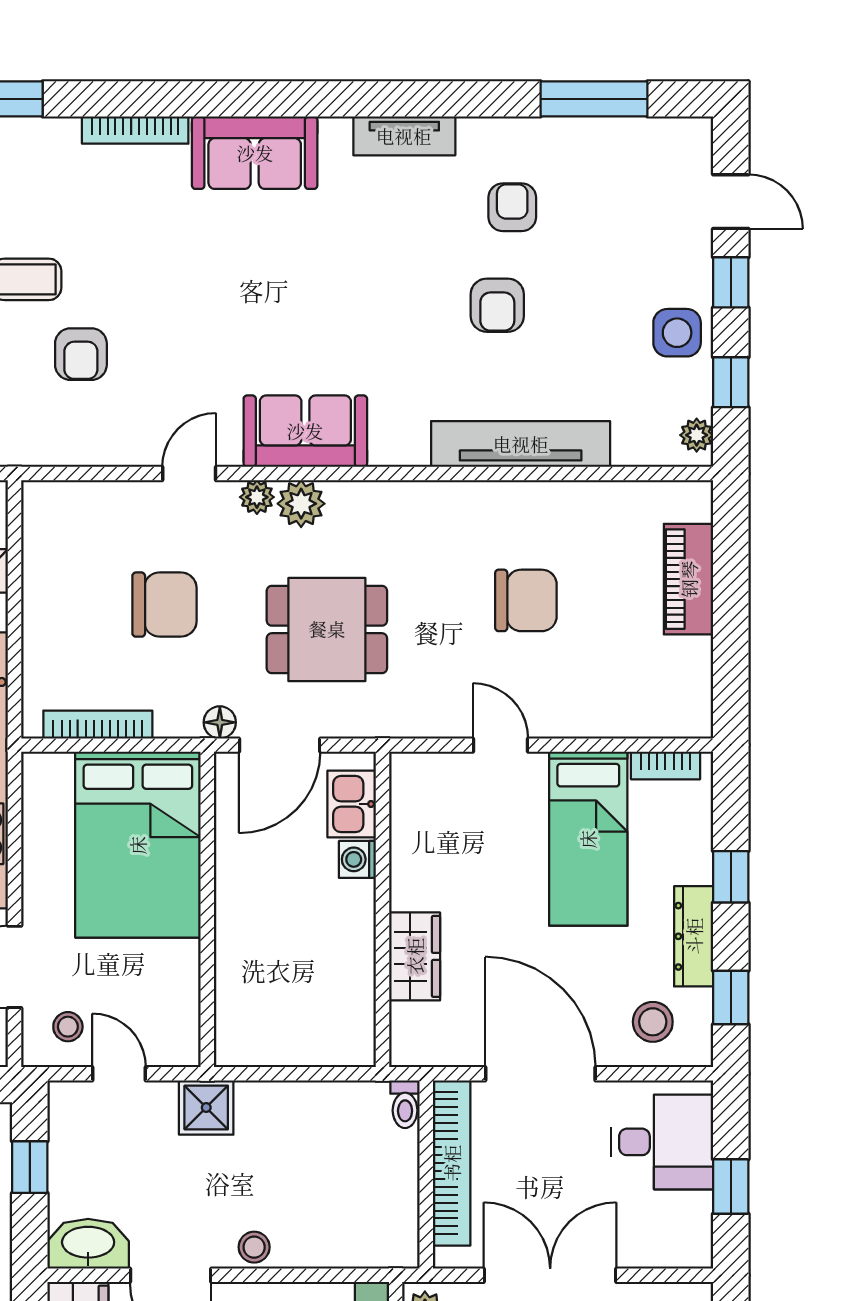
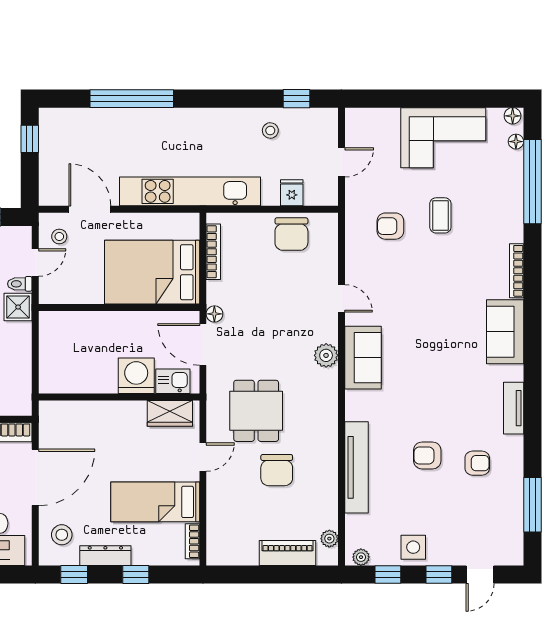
armchair: (81, 354) -> (390, 226), moved
plant: (257, 497) -> (329, 539), moved
chair: (164, 605) -> (291, 234), moved
dining table: (327, 629) -> (256, 411), moved
washing machine: (357, 859) -> (136, 376), width x1.89, depth x1.89
wardrobe: (415, 956) -> (170, 413), moved
toilet: (405, 1104) -> (20, 284), moved

